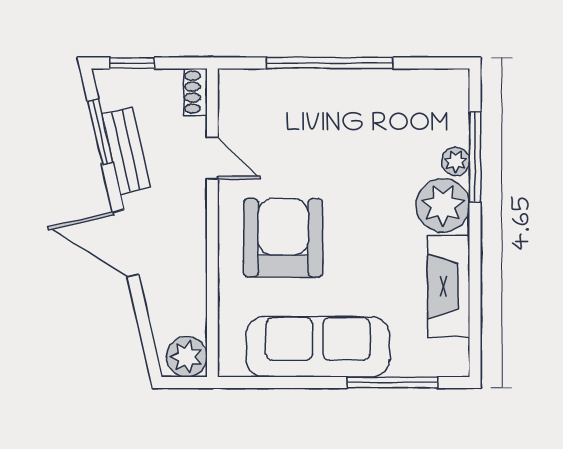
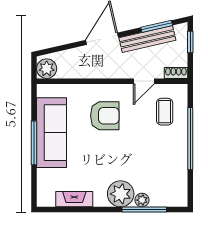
coffee table: (275, 115) -> (165, 112), added
bench: (126, 151) -> (147, 39), width x1.36
armchair: (283, 238) -> (105, 116), width x0.73, depth x0.73
fireplace: (449, 286) -> (74, 199), width x0.73, depth x0.76
window: (393, 383) -> (34, 143), moved

